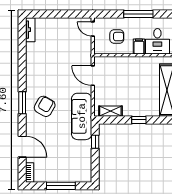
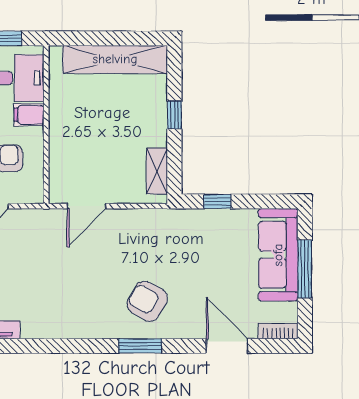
sofa: (82, 116) -> (278, 255), moved, turned 90
door: (22, 147) -> (227, 346), hinge flipped

